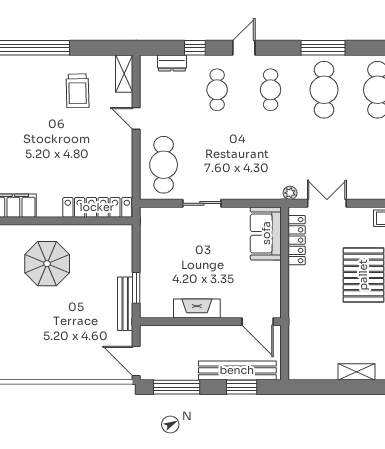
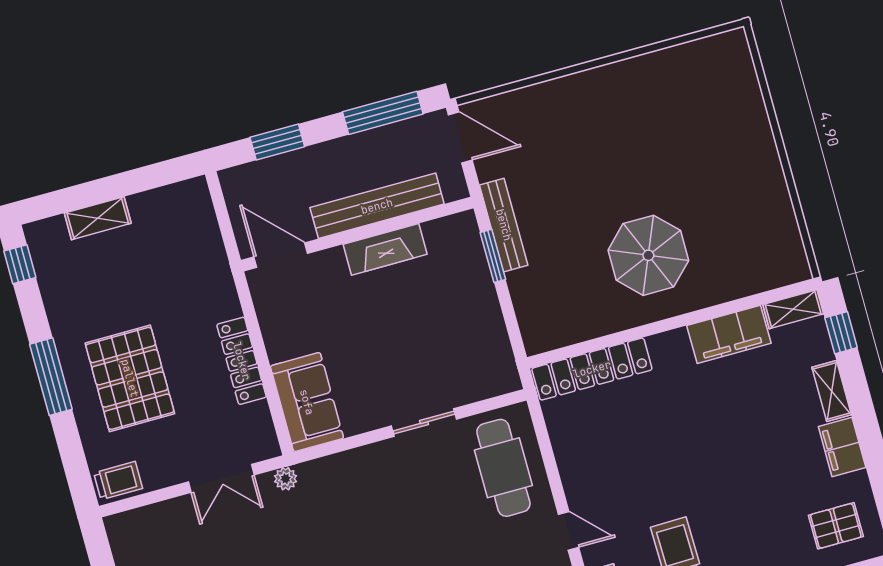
locker: (297, 240) -> (242, 361), moved
bench: (237, 370) -> (377, 206), moved

